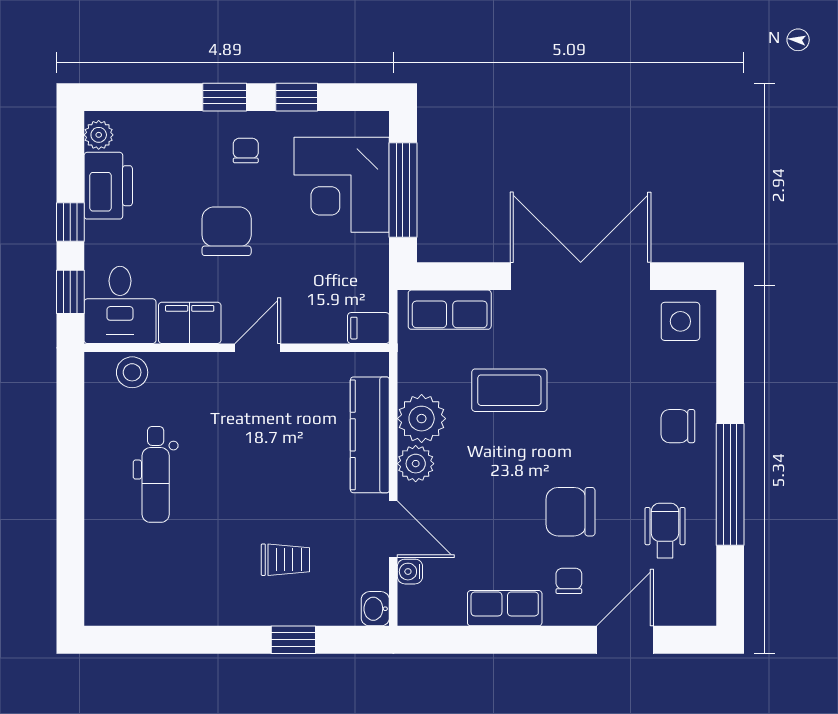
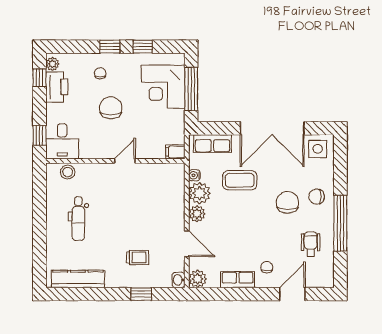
chair: (246, 150) -> (100, 73), moved
window: (70, 222) -> (40, 78), moved
double door: (581, 276) -> (272, 128), swing flipped
filing cabinet: (190, 323) -> (94, 150), removed
kitchen counter: (370, 435) -> (78, 279), moved, turned 90
chair: (570, 512) -> (288, 202), moved, turned 90
water cooler: (410, 572) -> (194, 175), moved
plant: (417, 606) -> (198, 279), added

